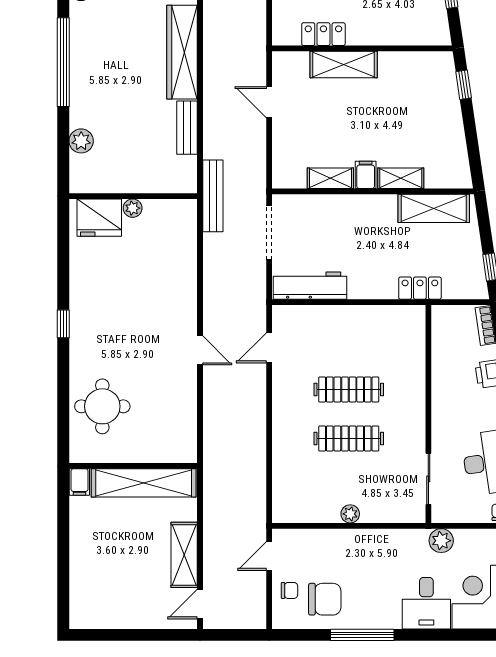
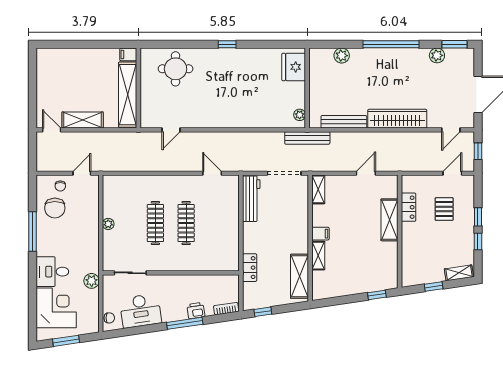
bench: (187, 128) -> (344, 122), width x1.36
shelving: (330, 178) -> (318, 189), moved
plant: (133, 208) -> (300, 115), moved
door: (200, 350) -> (171, 130), moved
door: (269, 556) -> (82, 173), hinge flipped

